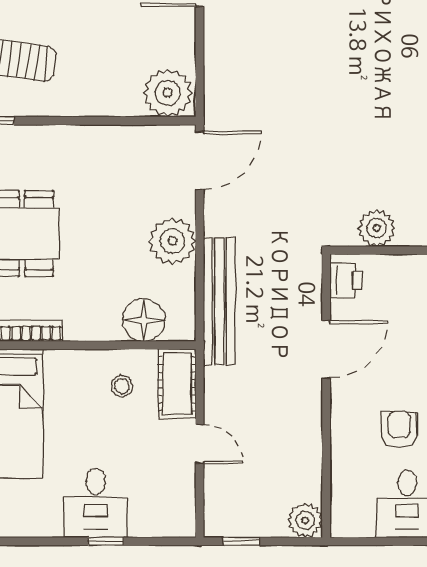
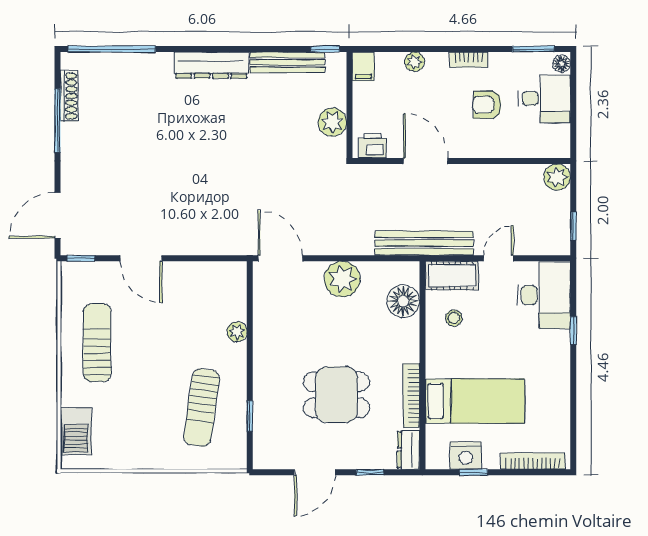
plant: (168, 93) -> (237, 332), moved, width x0.53, depth x0.53
bench: (219, 301) -> (424, 243), moved
desk: (96, 503) -> (544, 295), moved, width x1.37

